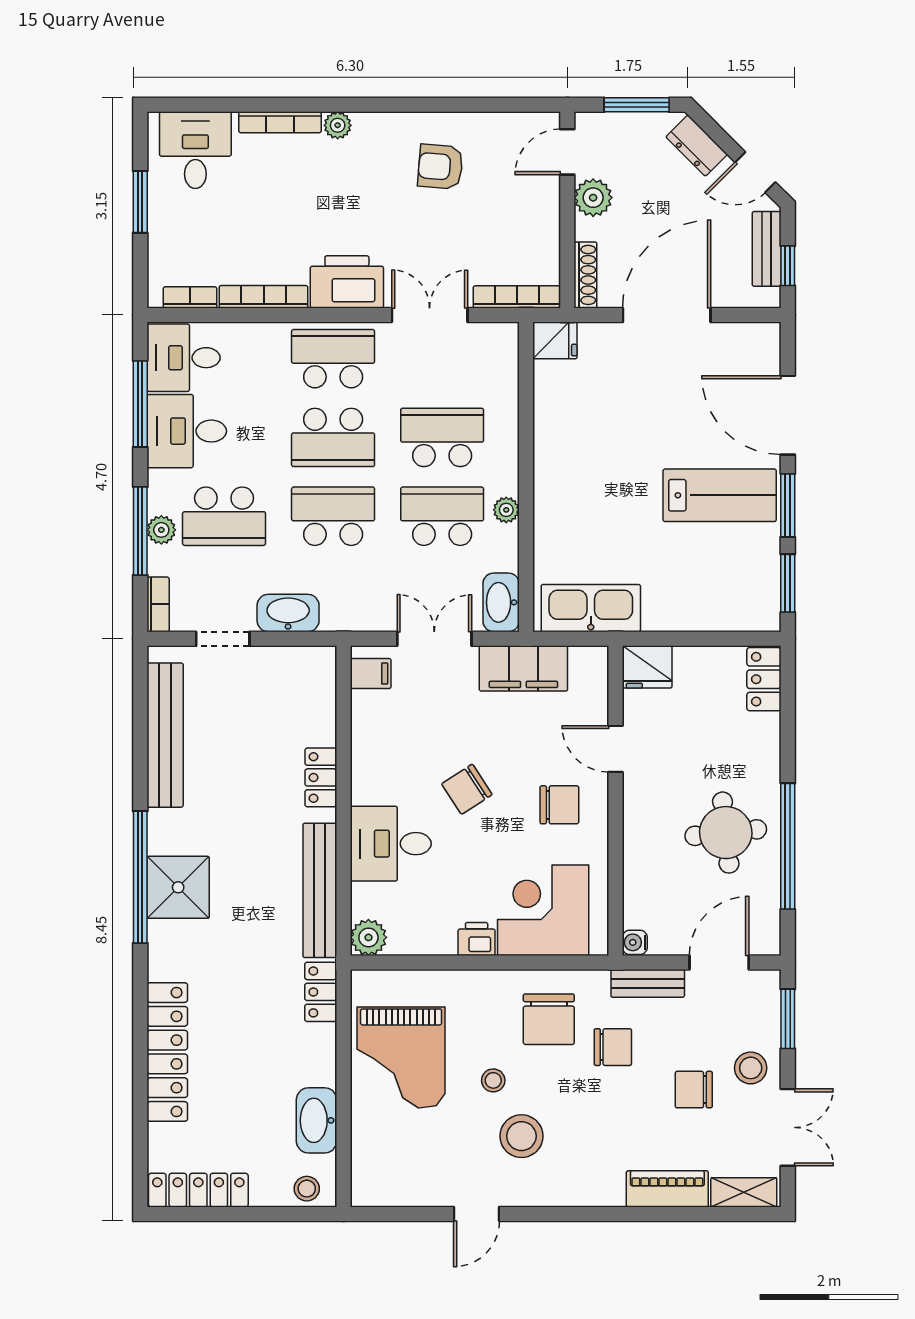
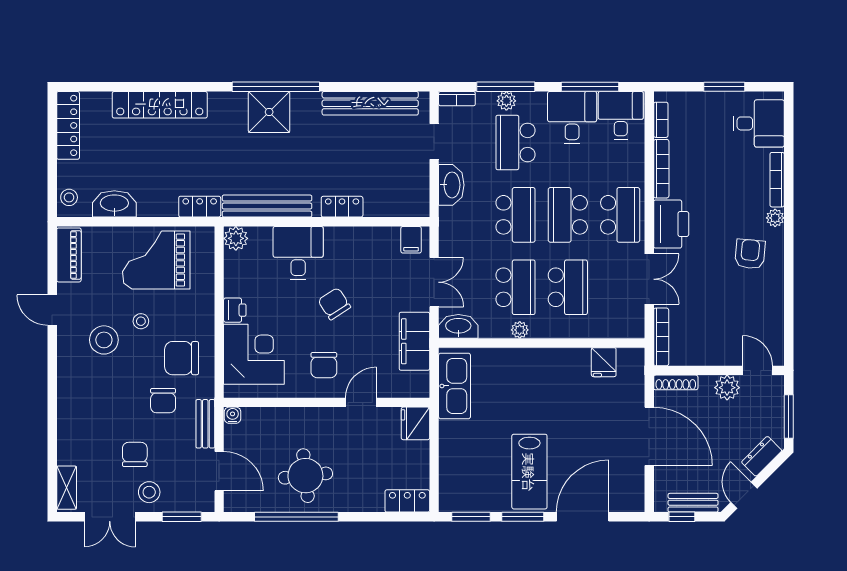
armchair: (440, 167) -> (750, 254), moved
fridge: (555, 340) -> (604, 362), moved
piano: (667, 1189) -> (69, 255), moved

